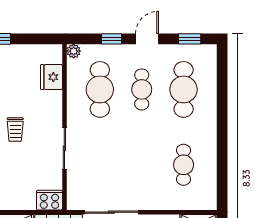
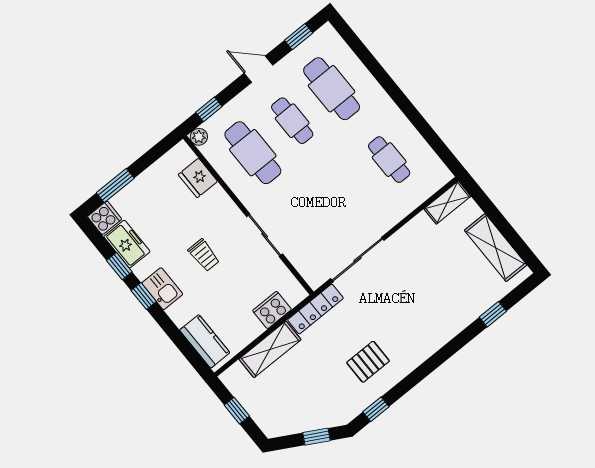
window: (111, 39) -> (209, 109), moved
door: (147, 39) -> (259, 69), hinge flipped
cooker: (49, 200) -> (272, 310), moved

